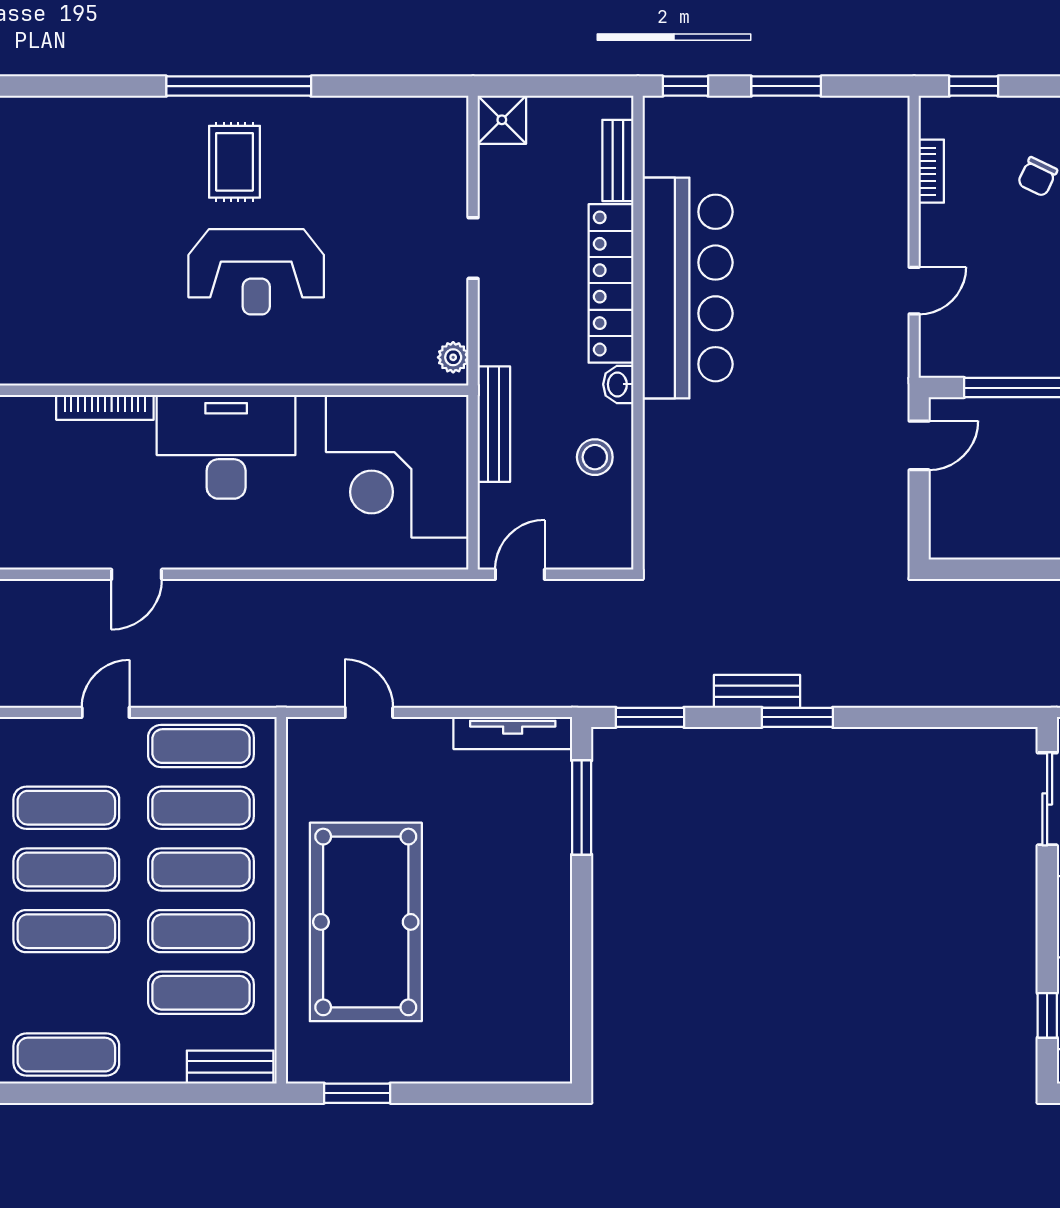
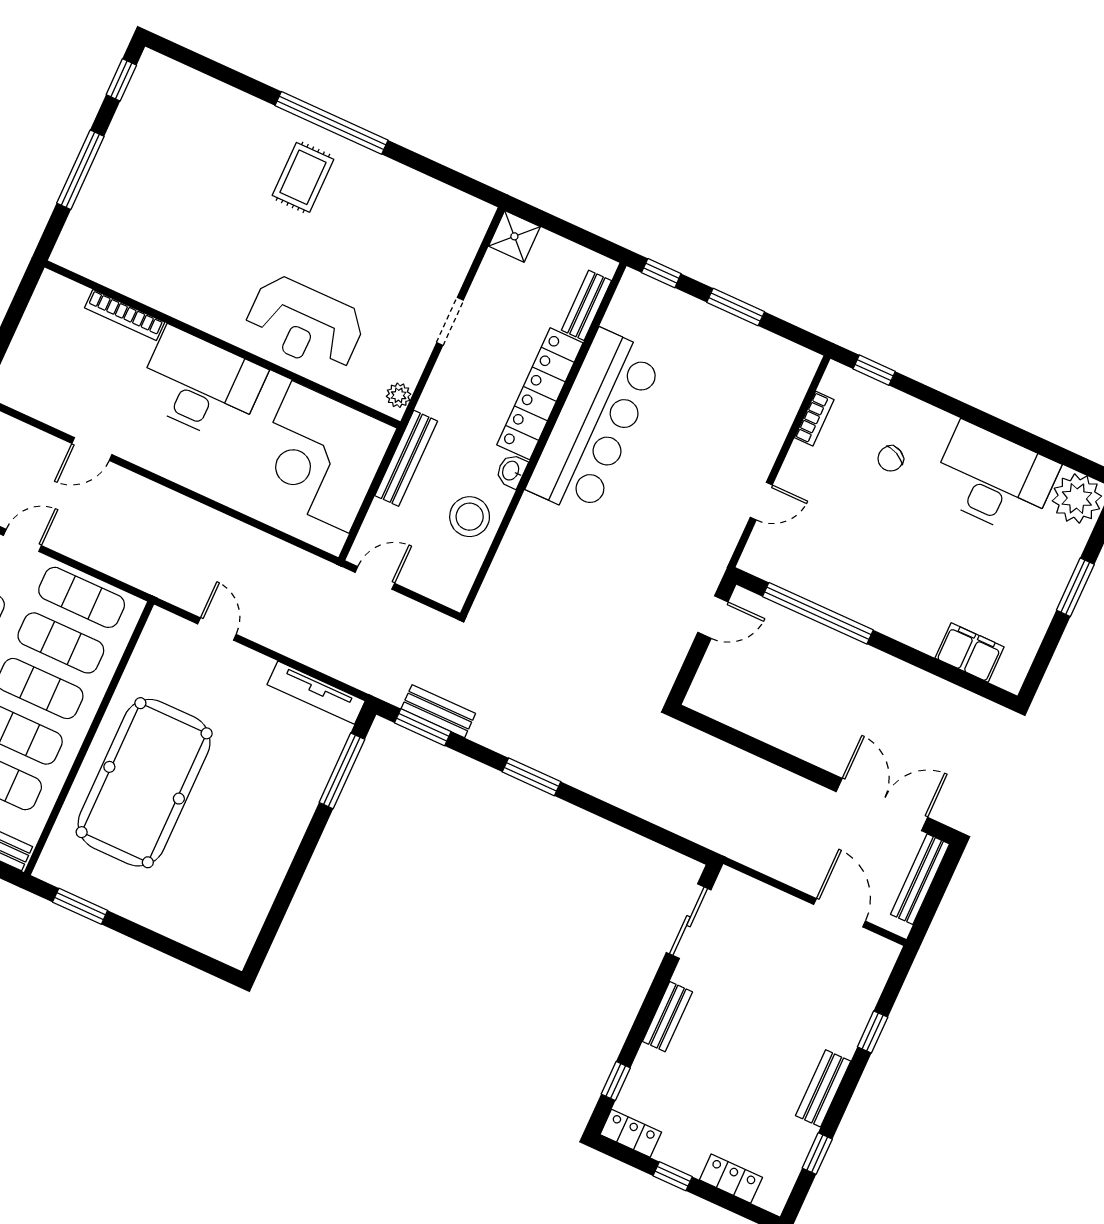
reception desk: (256, 272) -> (305, 324), moved
stool: (595, 457) -> (470, 517), width x1.38, depth x1.38
bench: (757, 691) -> (438, 711), moved

